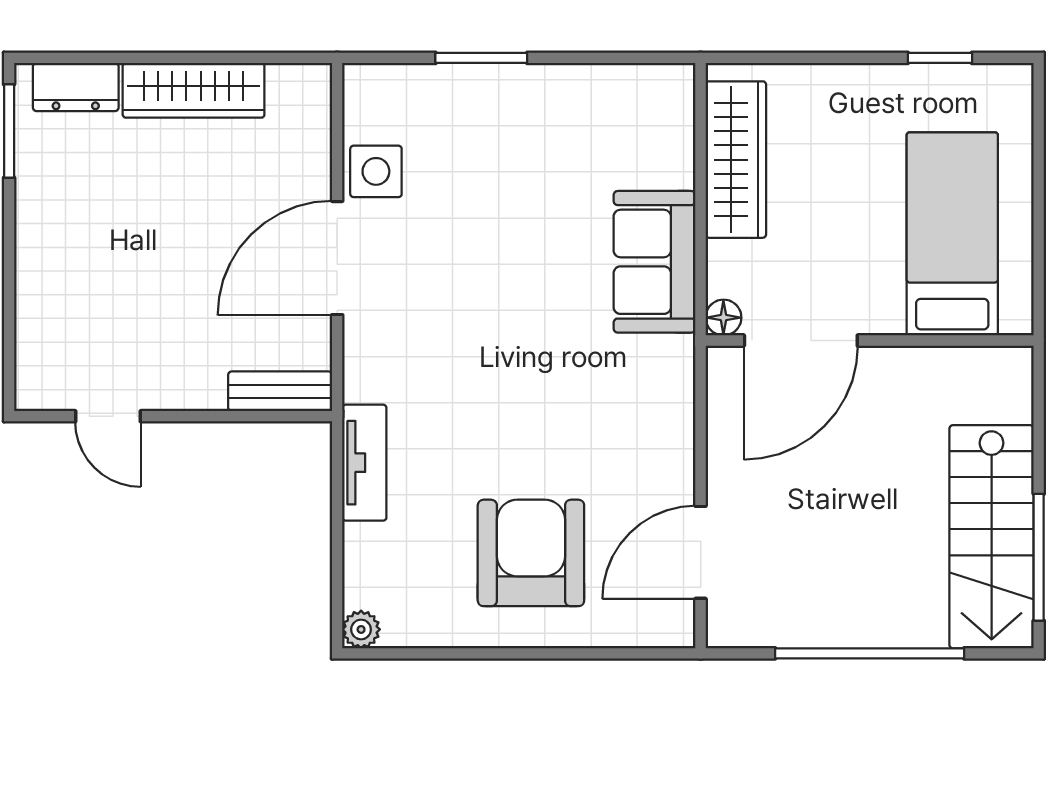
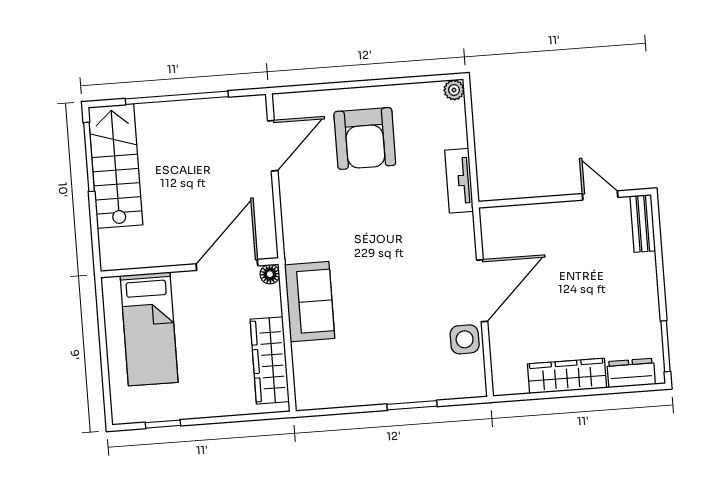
bench: (280, 391) -> (643, 223), moved, turned 90

